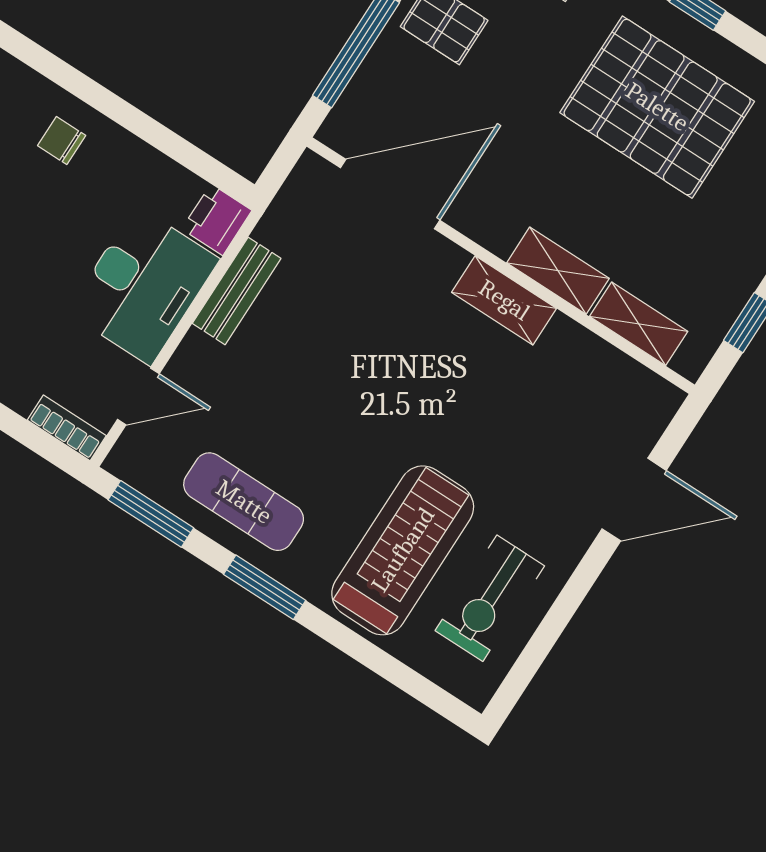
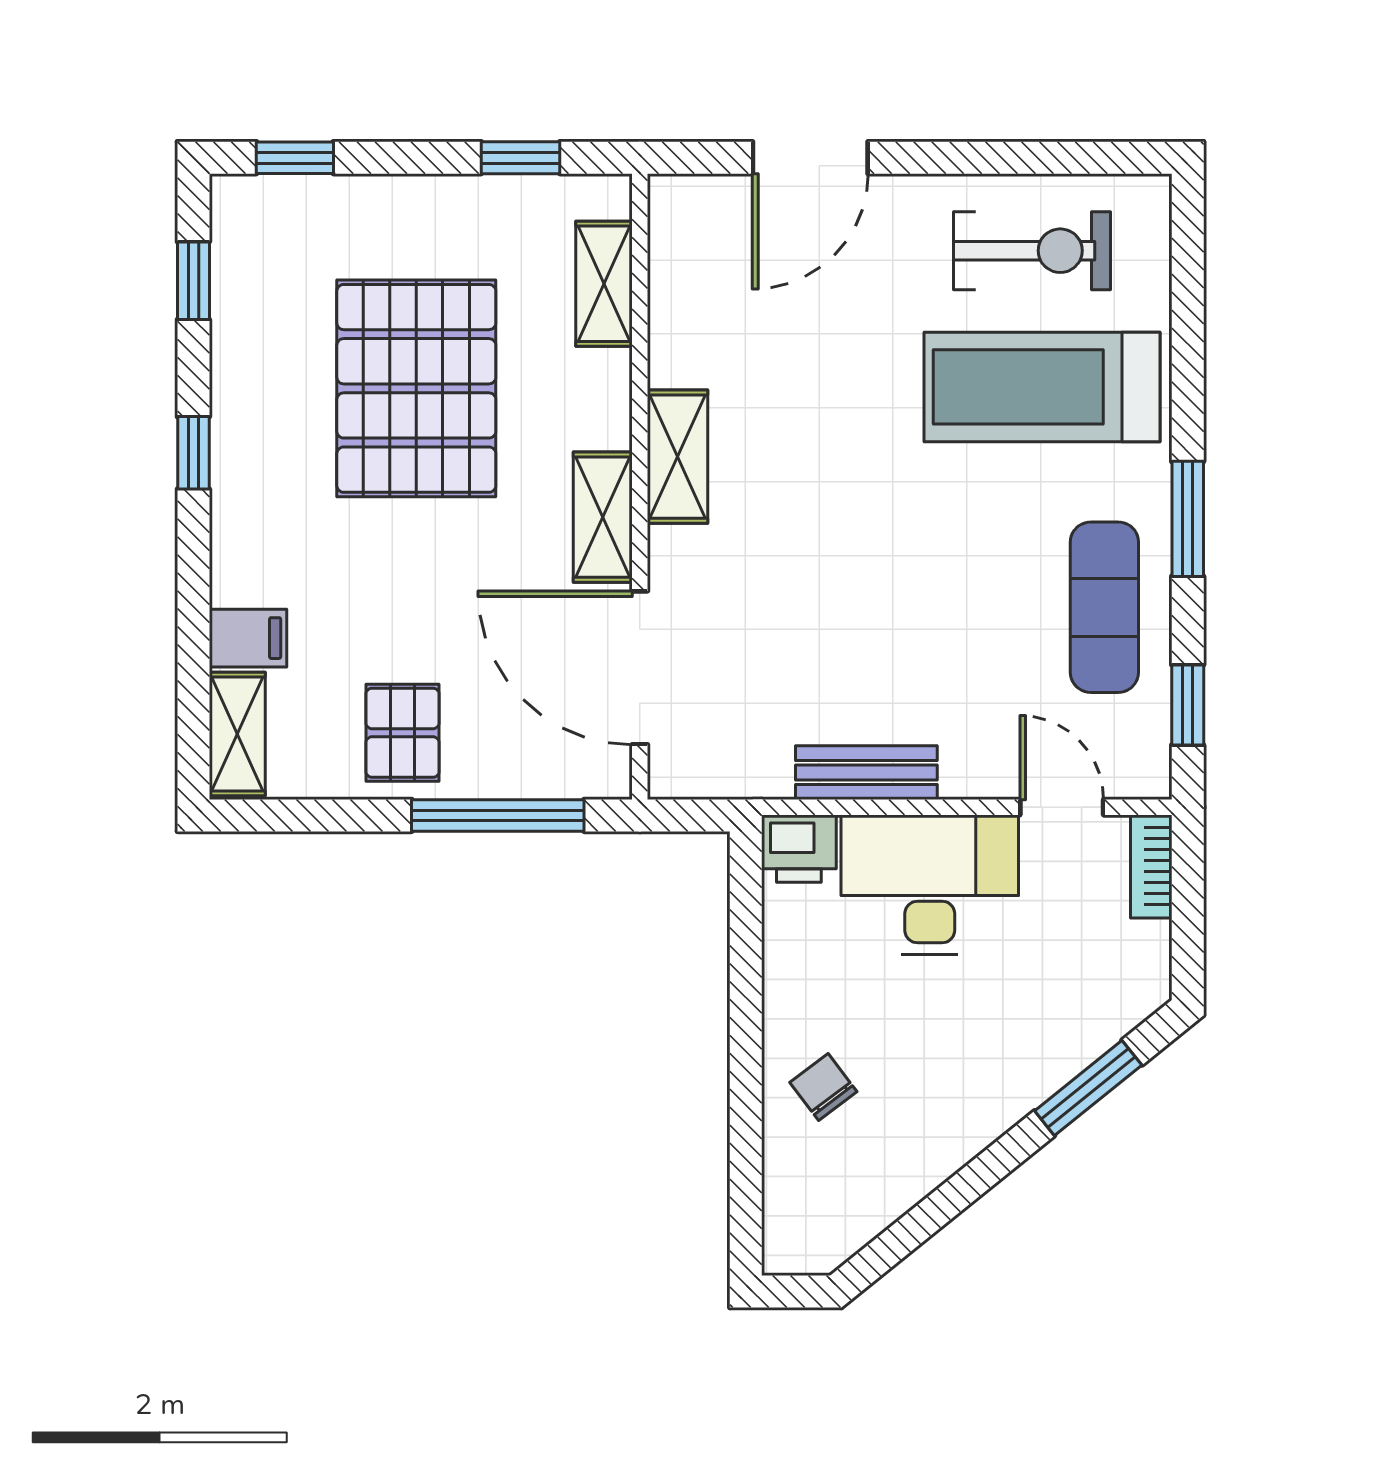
pallet: (657, 107) -> (416, 388), moved
chair: (62, 141) -> (823, 1087), turned 143
shelving: (558, 271) -> (603, 517), moved
door: (634, 500) -> (810, 158), swing flipped
window: (151, 514) -> (1188, 705), width x0.67

